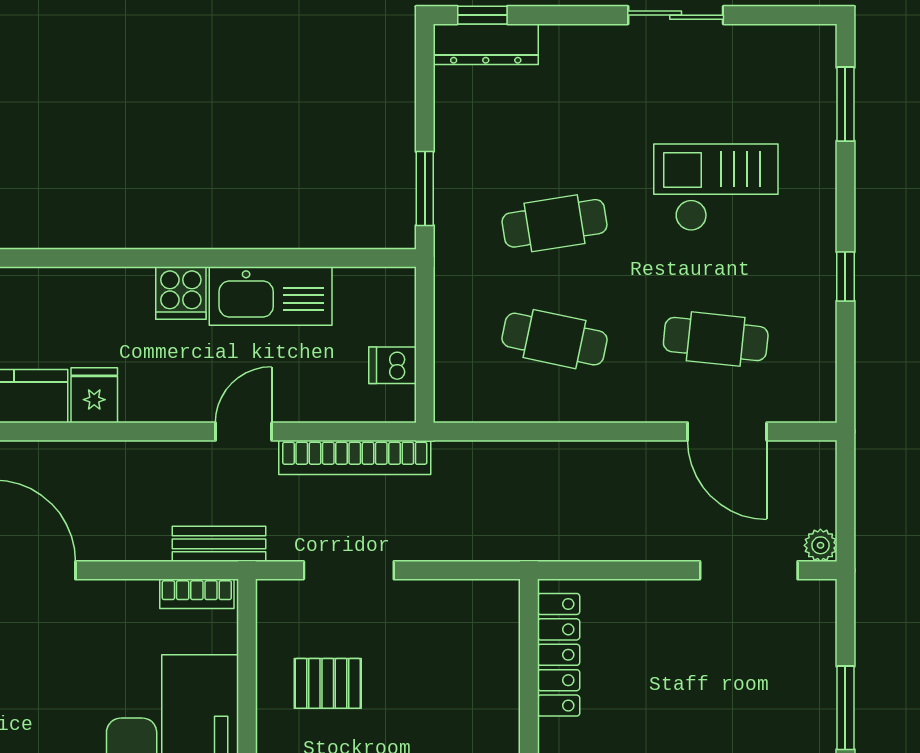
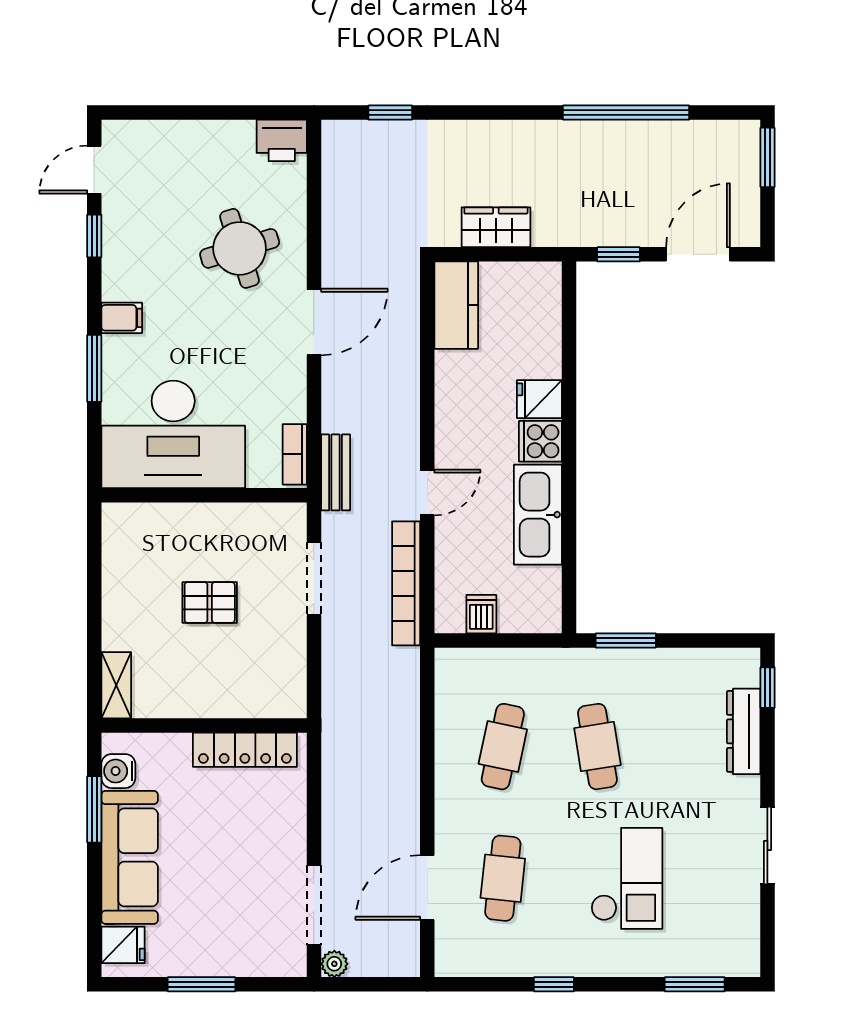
dresser: (486, 44) -> (744, 731), moved
fridge: (94, 395) -> (539, 399), moved, turned 180
door: (244, 431) -> (427, 493), hinge flipped
pallet: (328, 683) -> (210, 603), moved, turned 90

